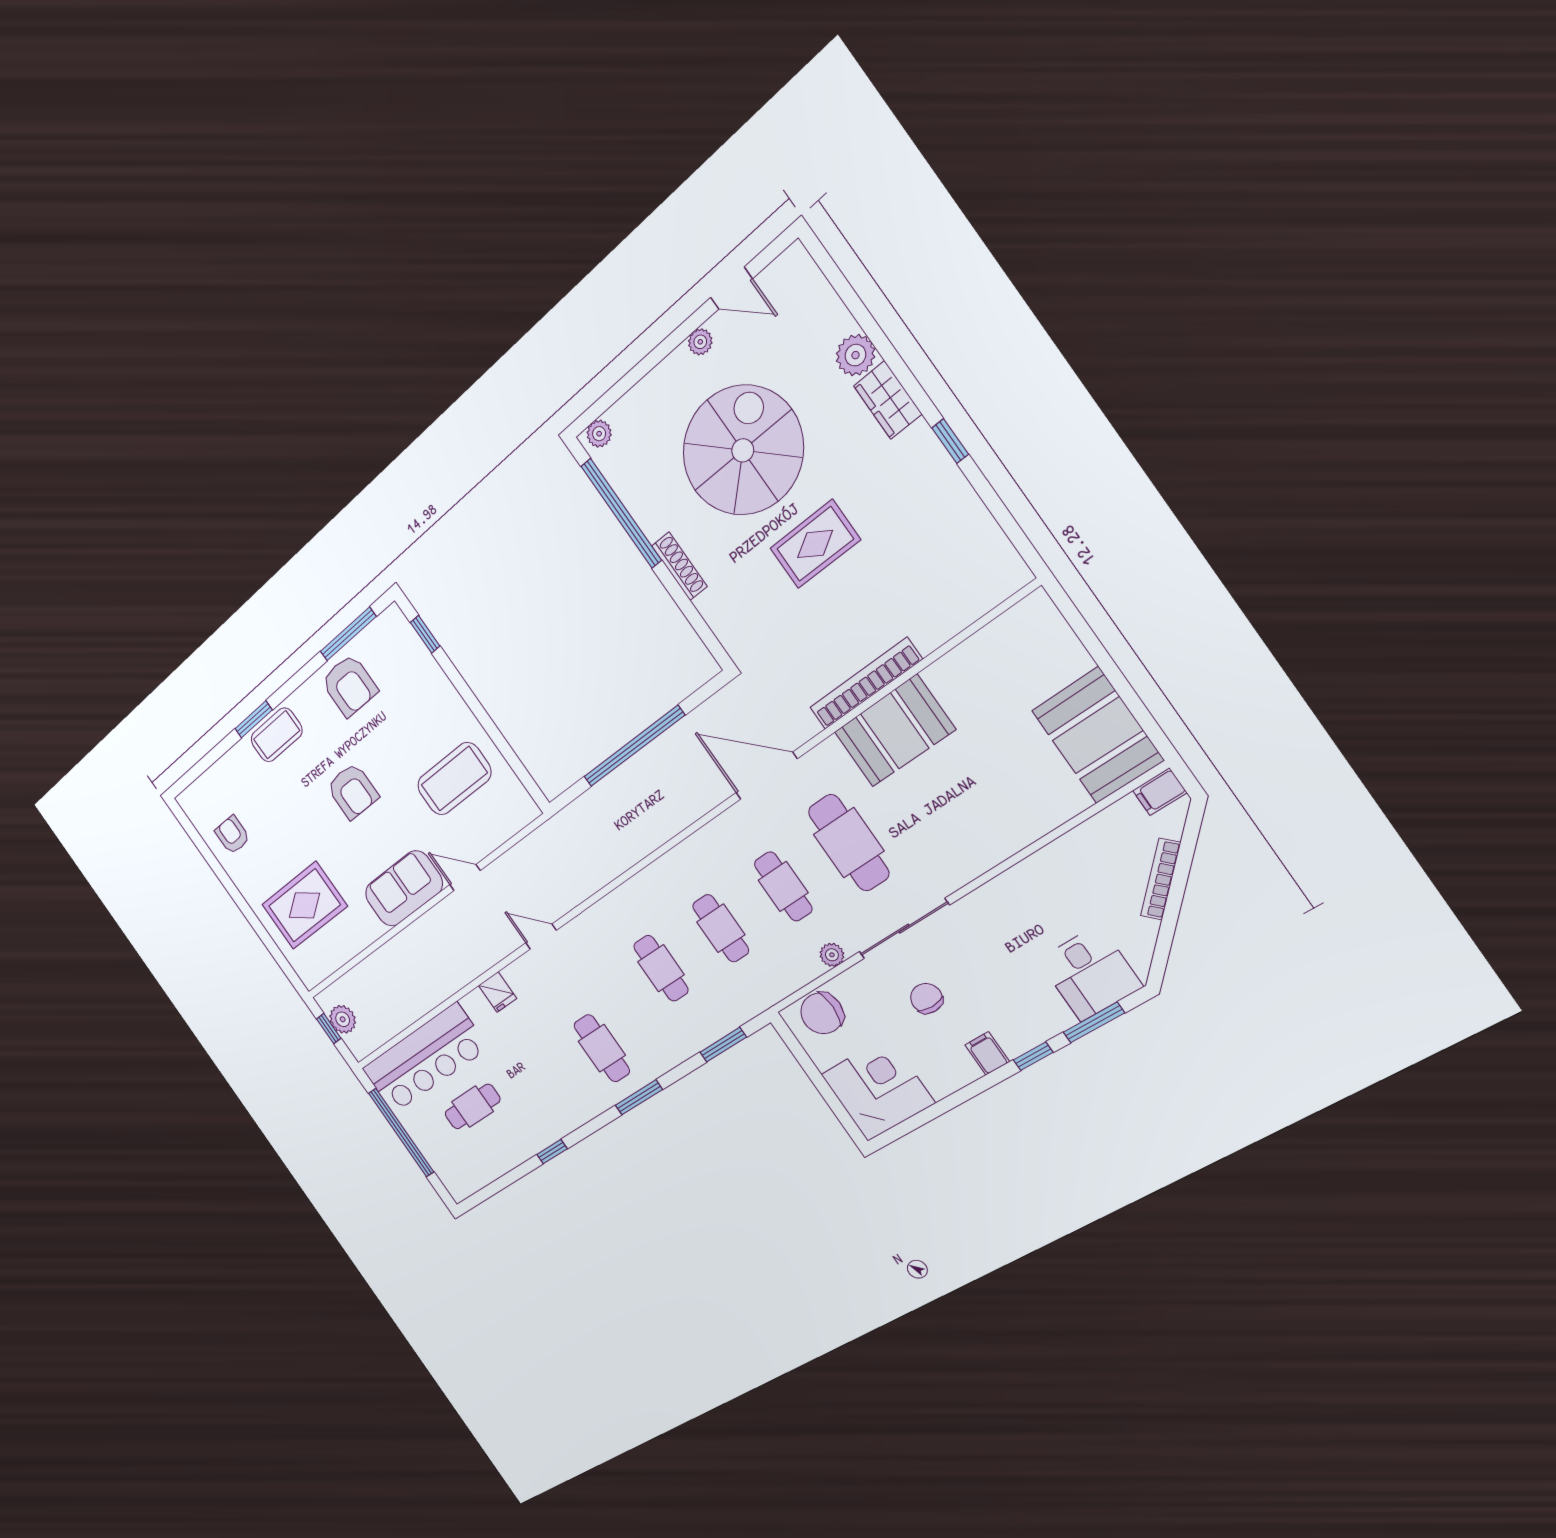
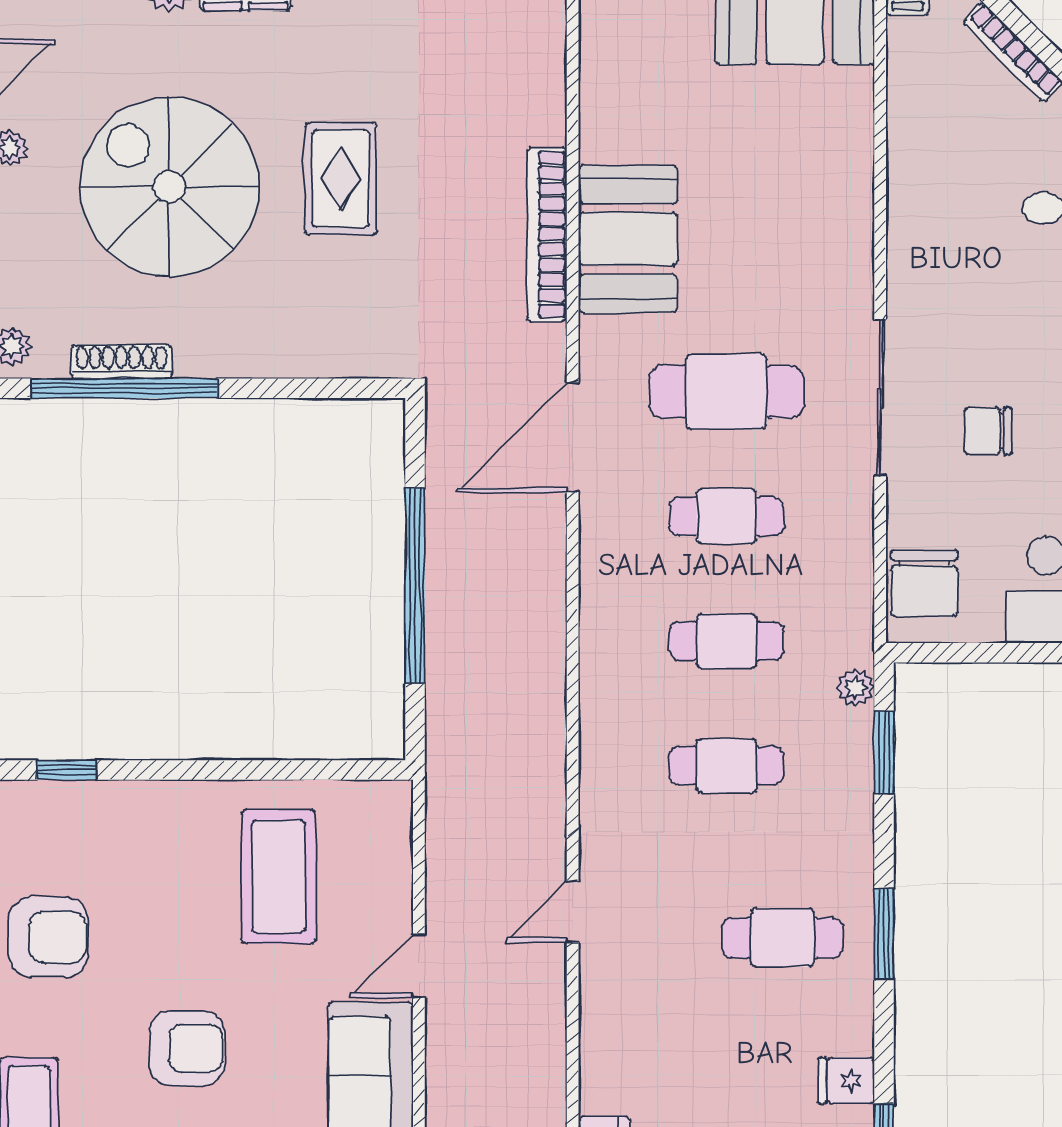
shoe rack: (679, 566) -> (121, 362), moved
plant: (832, 955) -> (855, 687), moved
fridge: (498, 992) -> (847, 1081), moved, turned 180

